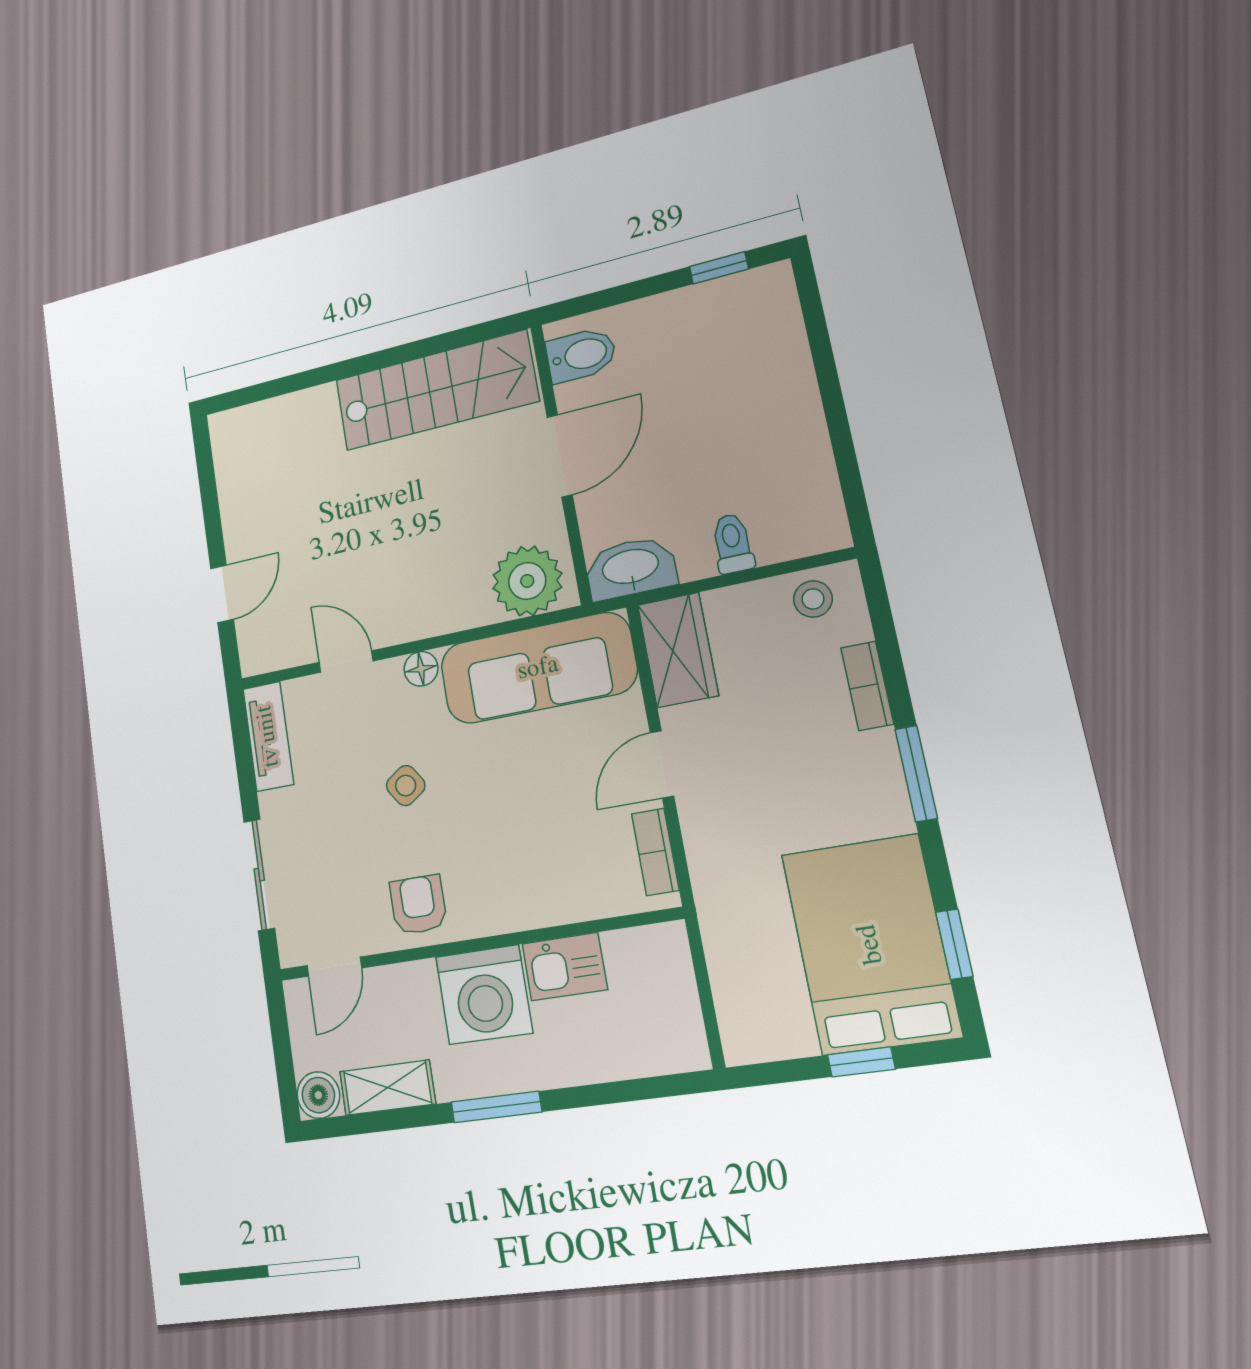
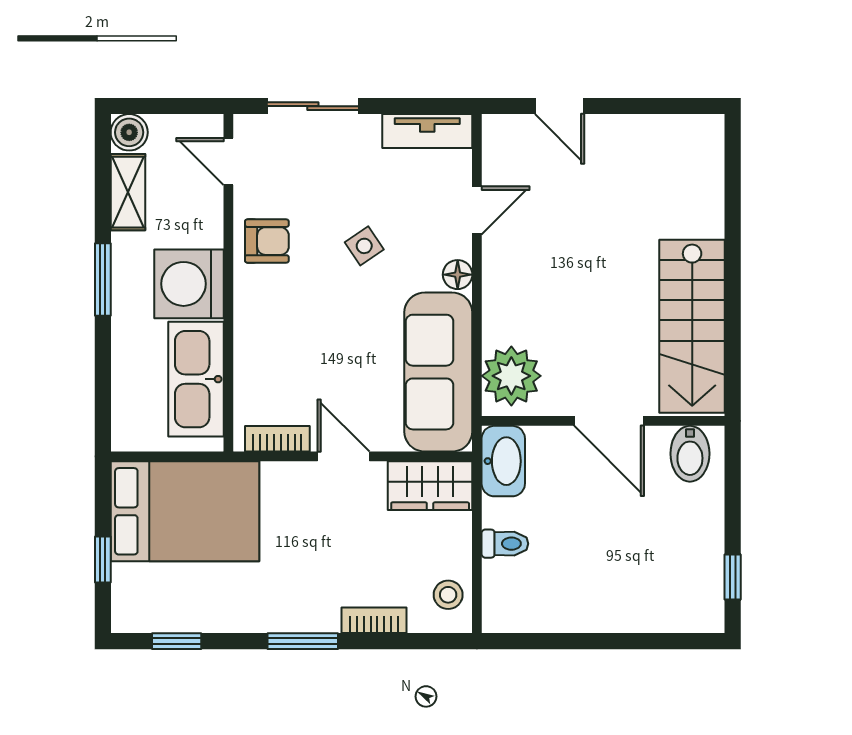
bed: (870, 944) -> (185, 511), moved
kitchen sink: (565, 967) -> (196, 379), width x1.88, depth x1.24

